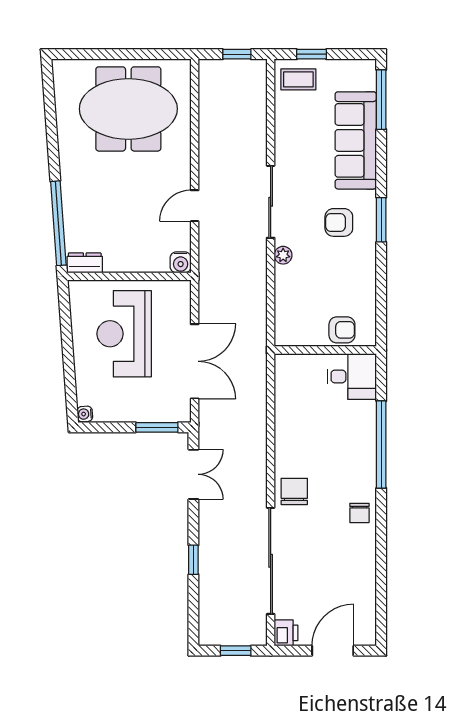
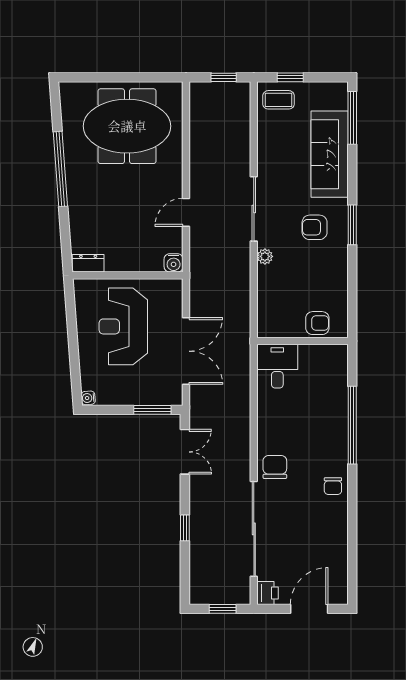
window: (58, 223) -> (60, 169), moved
desk: (352, 376) -> (277, 366), moved, turned -90

